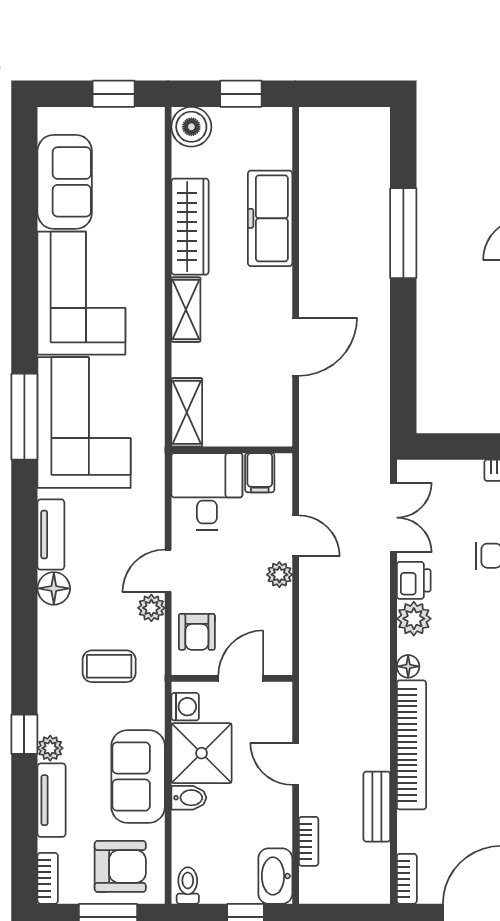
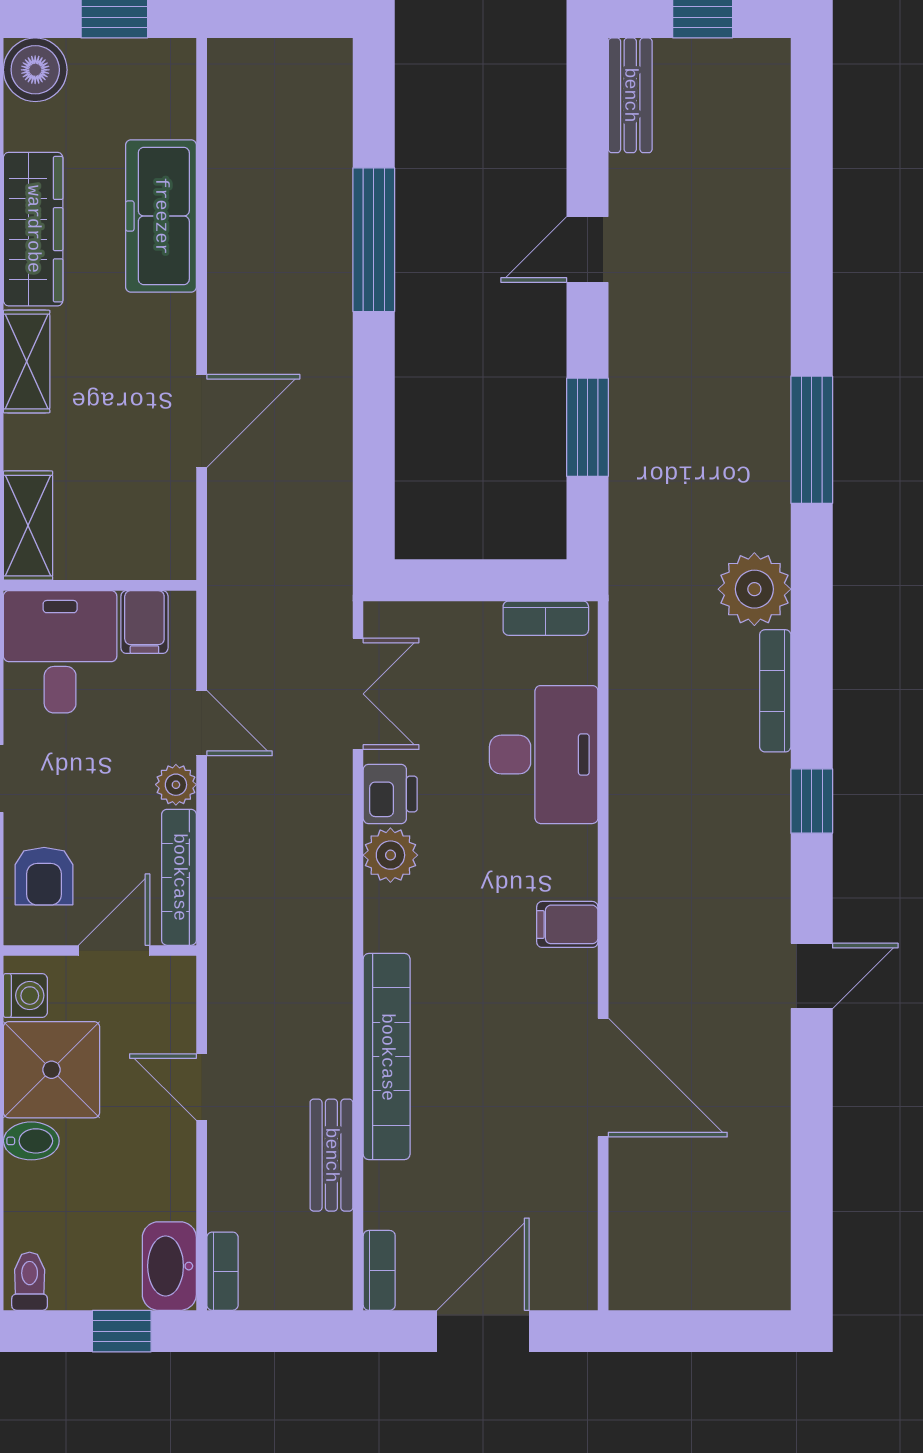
bookcase: (281, 633) -> (179, 877), added
floor lamp: (408, 666) -> (381, 931), removed
bookcase: (309, 841) -> (222, 1271), moved

